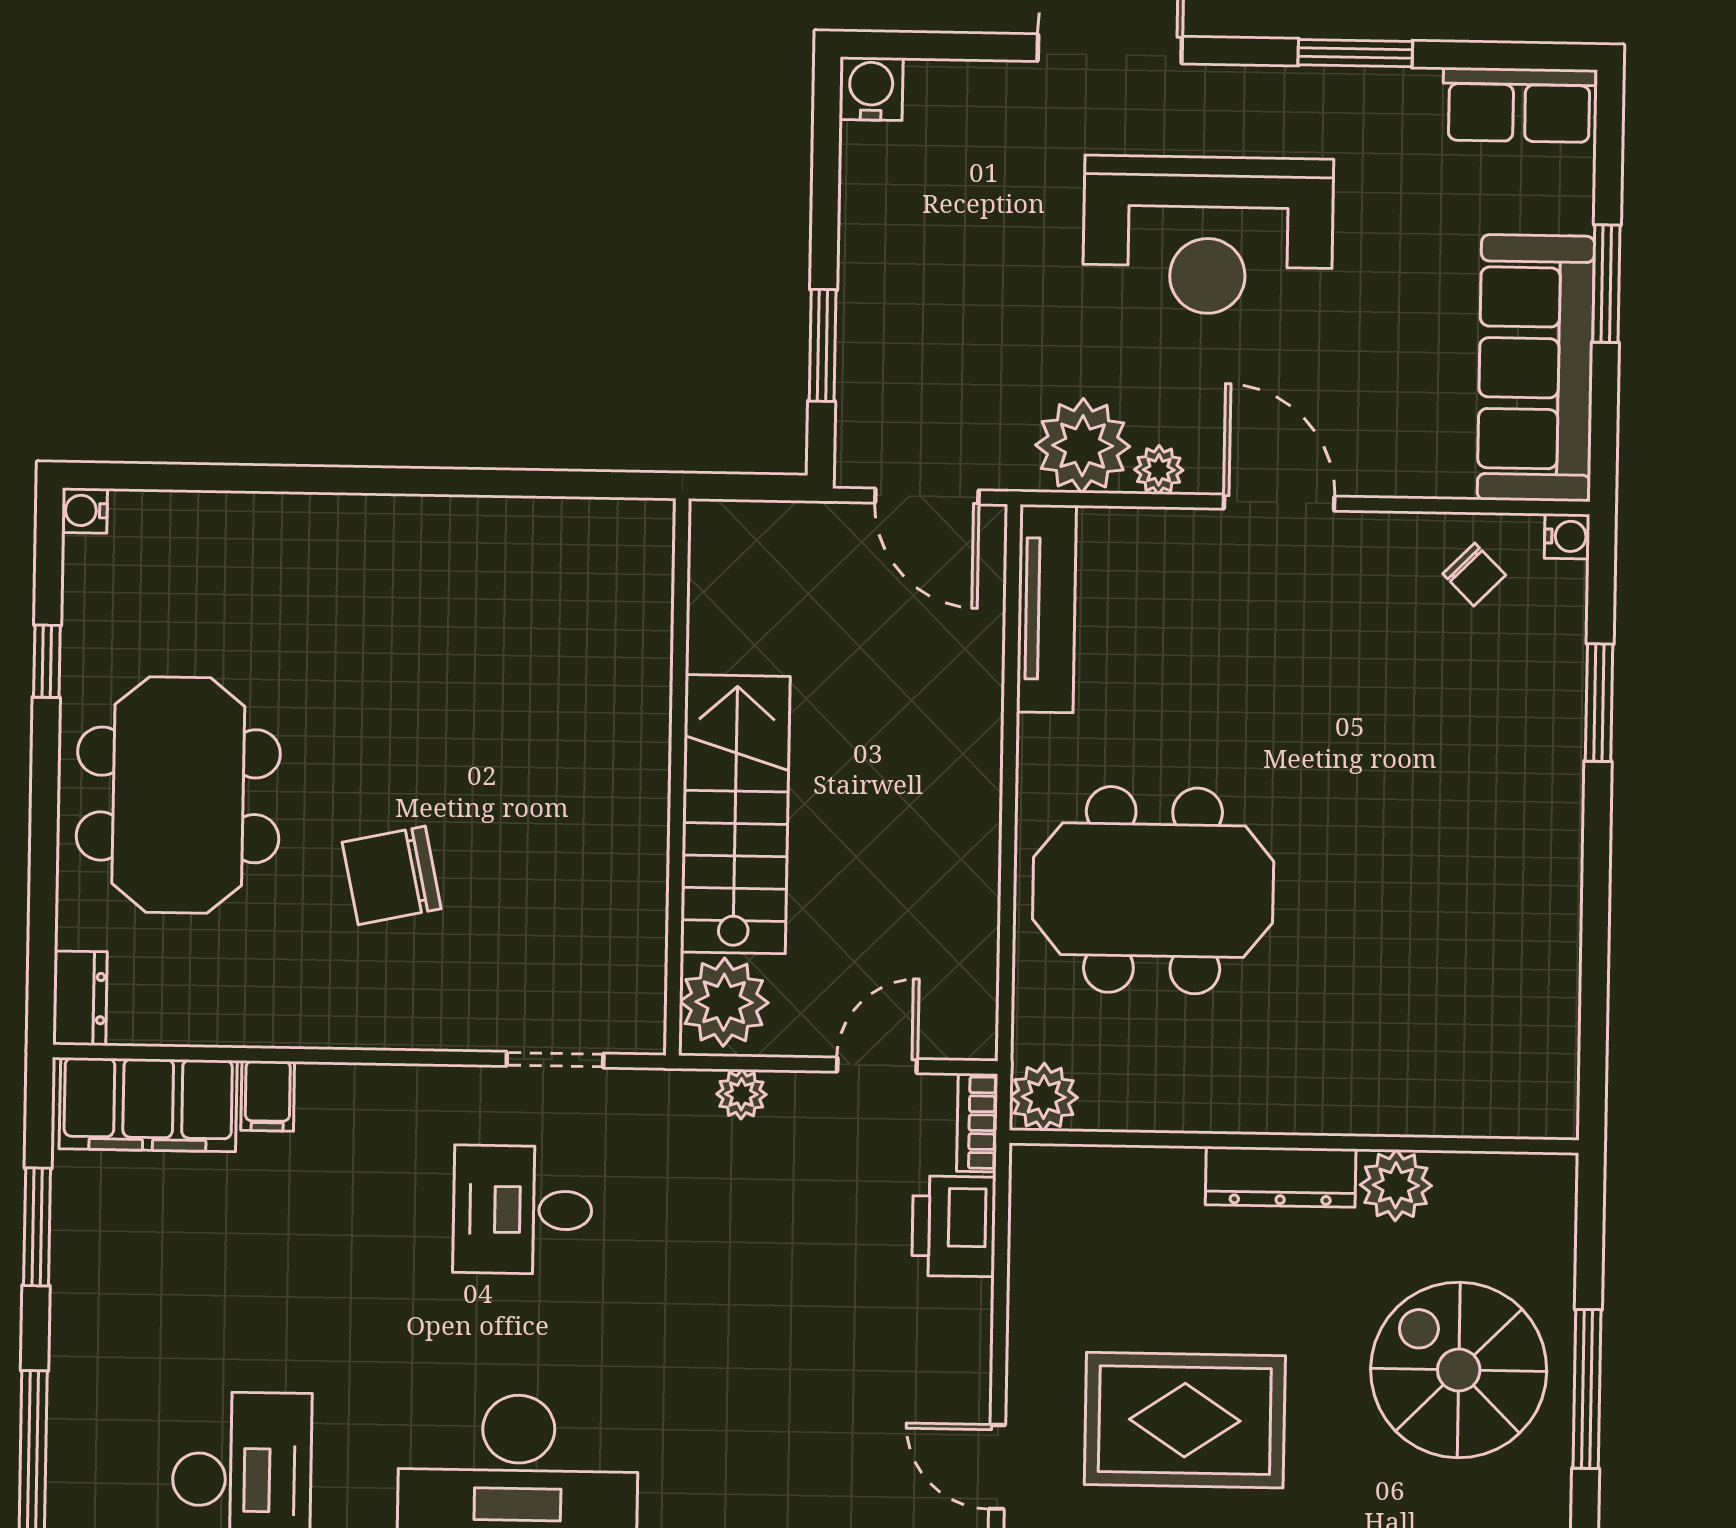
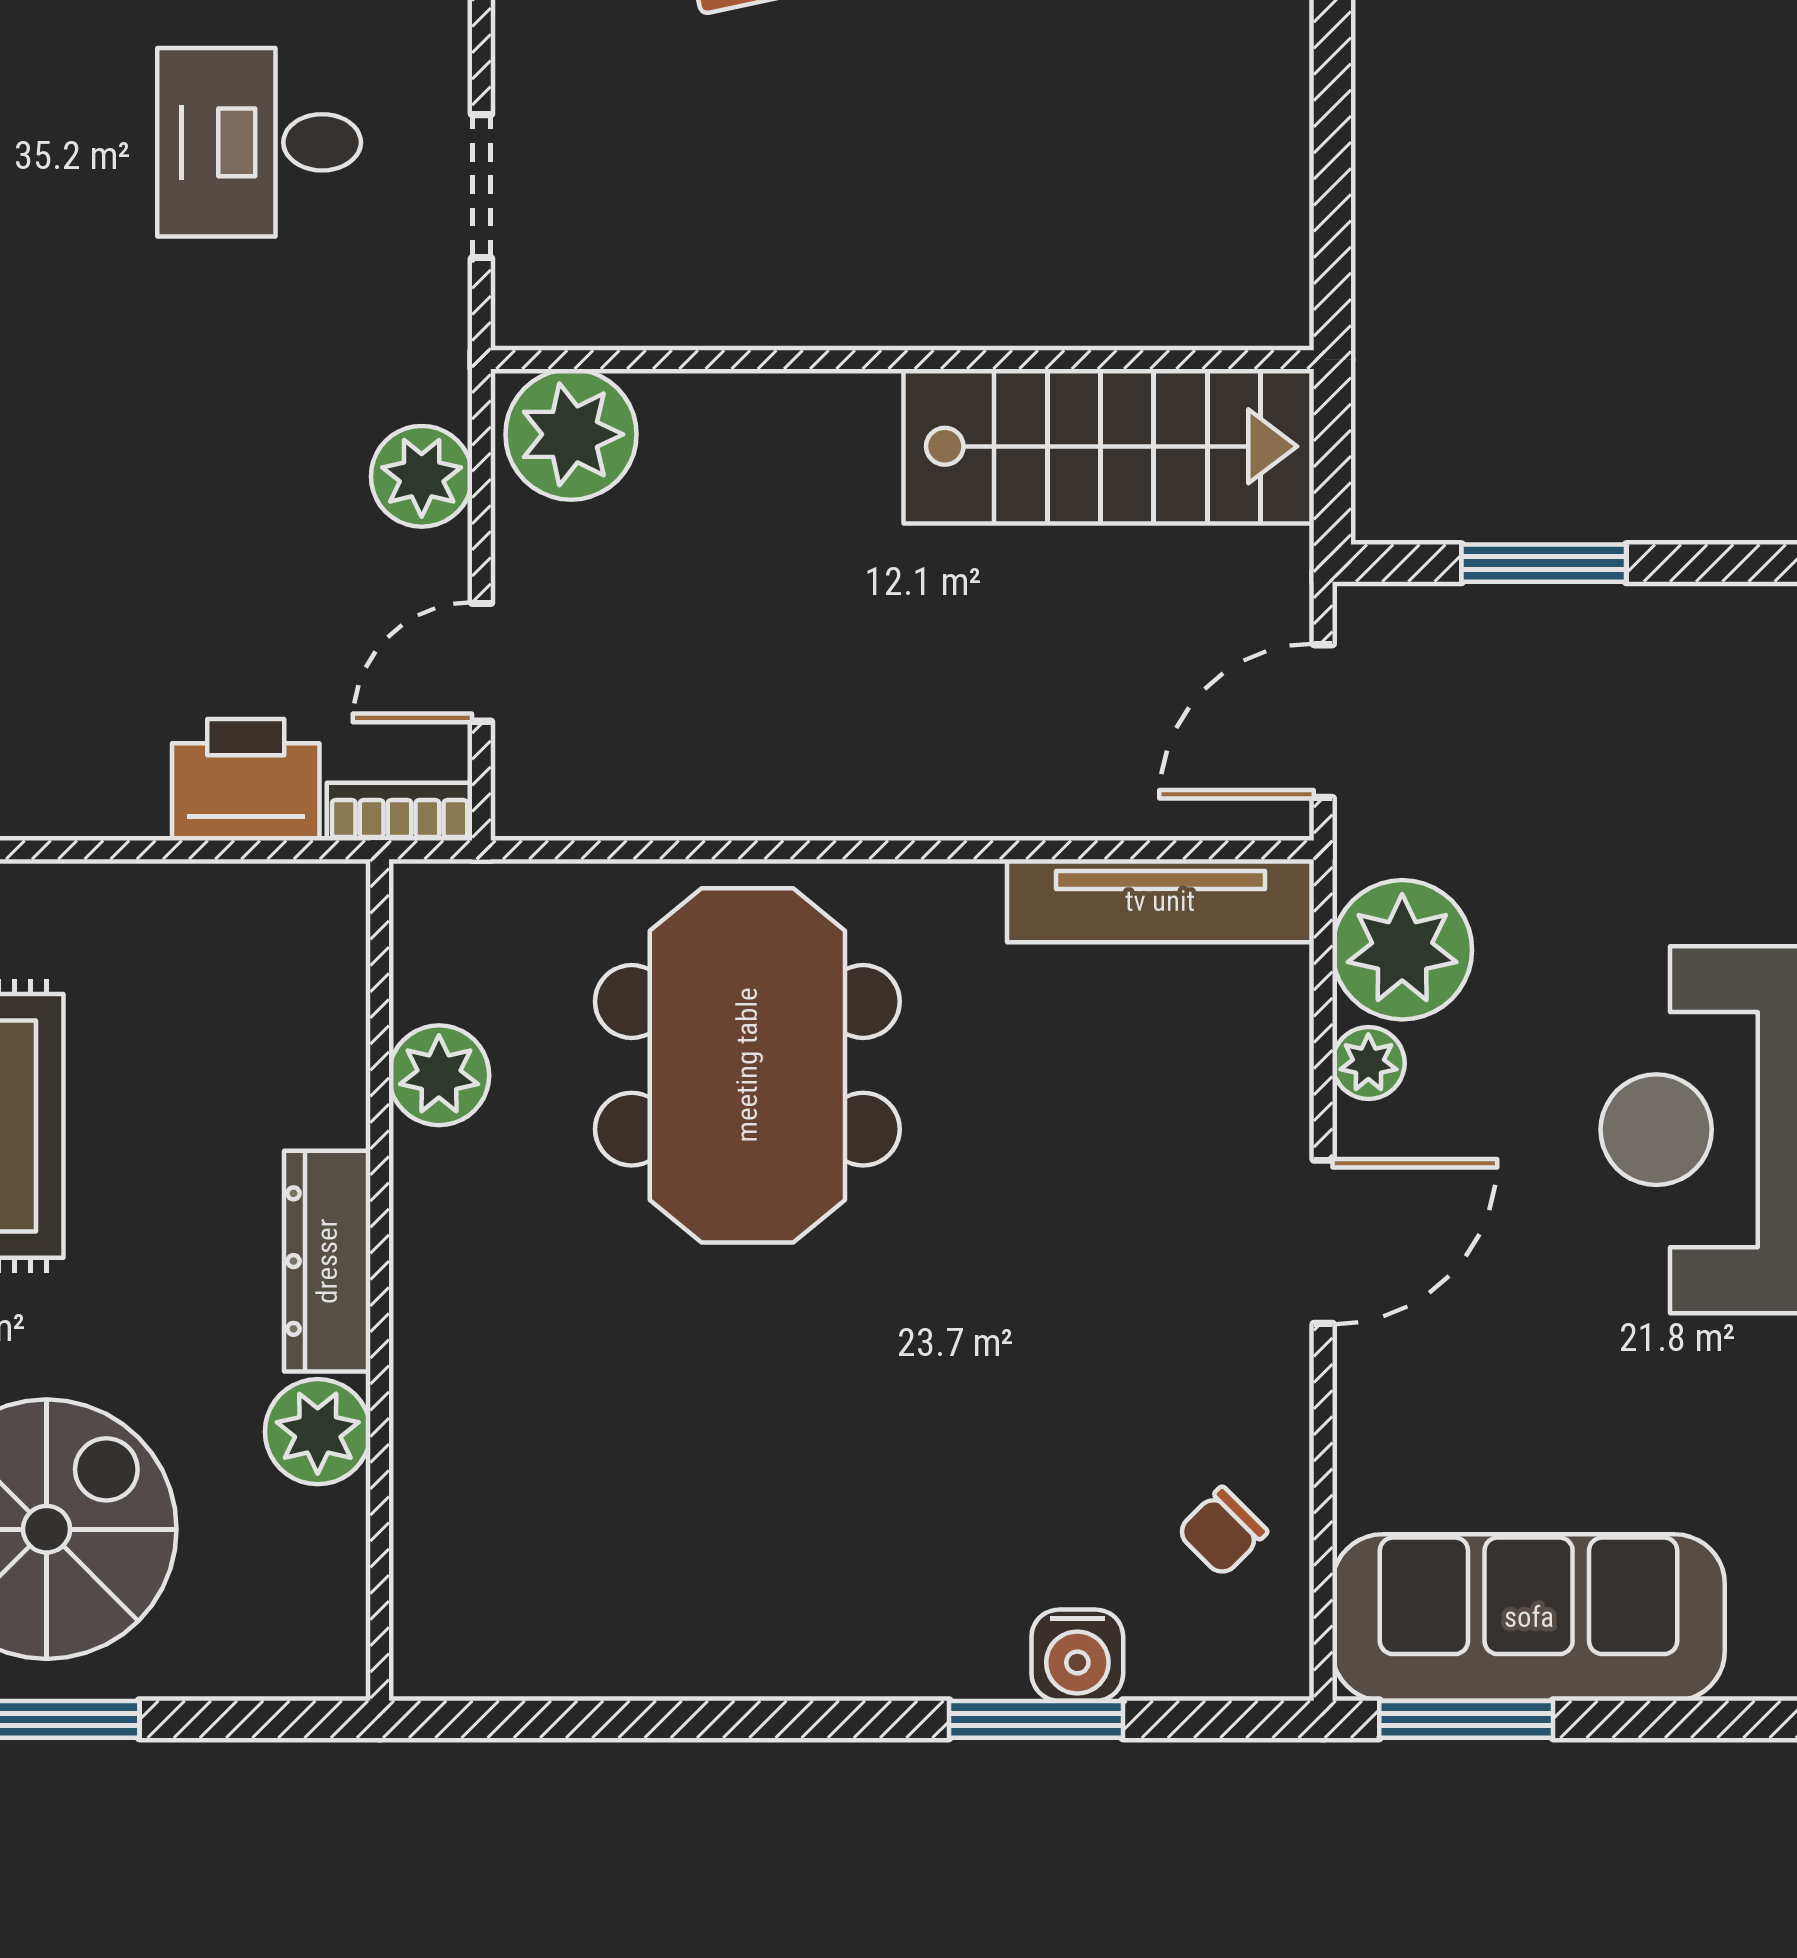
window: (1606, 284) -> (1466, 1719), moved
water cooler: (1567, 536) -> (1077, 1655), moved, width x1.38, depth x1.38
stairs: (735, 814) -> (1109, 446), moved
door: (877, 1065) -> (481, 662), swing flipped
plant: (741, 1094) -> (422, 476), width x1.38, depth x1.38
plant: (1044, 1097) -> (439, 1075), moved
desk: (523, 1210) -> (259, 142), turned -90

